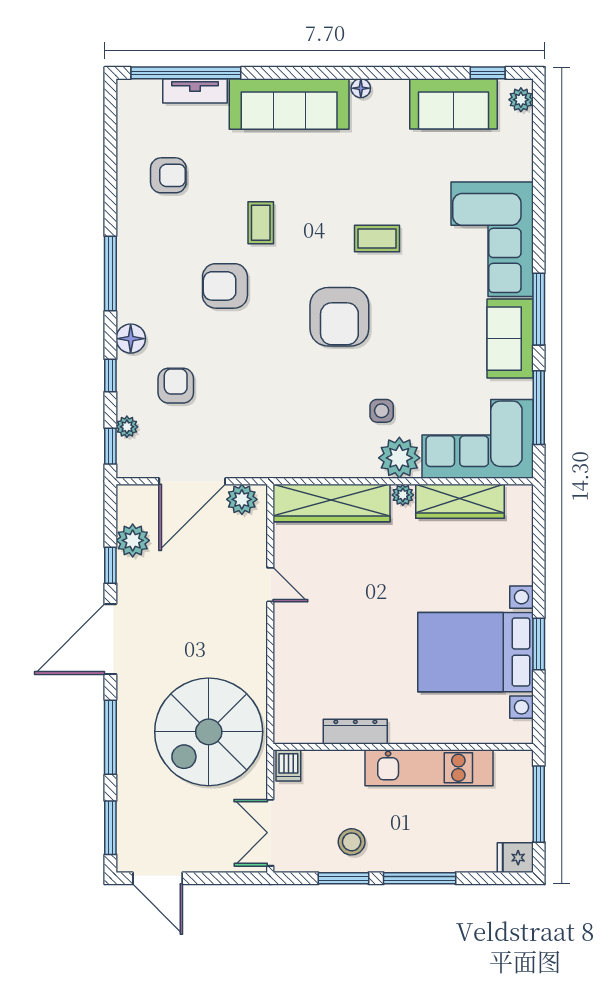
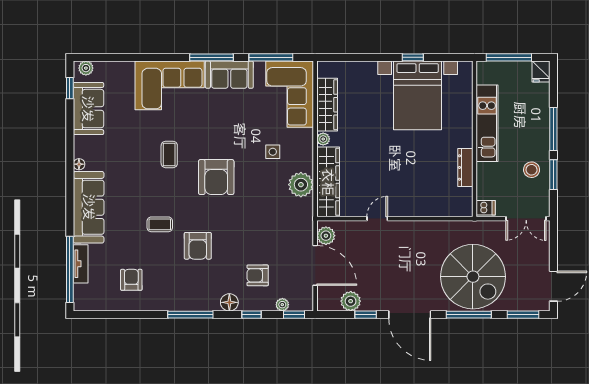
armchair: (339, 317) -> (216, 177), turned 90
plant: (399, 458) -> (301, 185), moved
window: (539, 644) -> (413, 57), width x0.67
spiral stairs: (209, 732) -> (473, 277), moved

